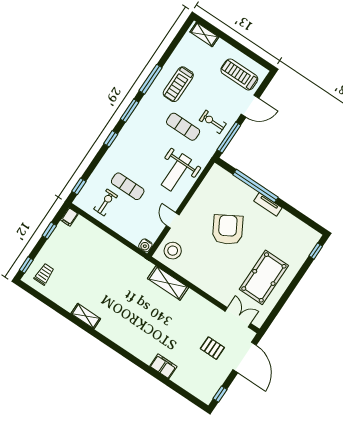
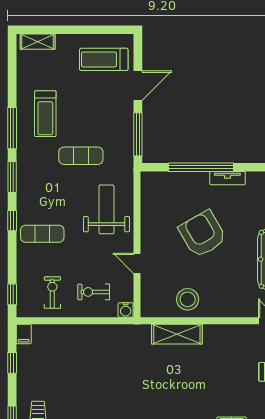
exercise bike: (213, 122) -> (94, 292), moved
weight bench: (176, 172) -> (106, 209), turned 180
exercise mat: (128, 186) -> (42, 234), moved
stool: (173, 251) -> (188, 299), moved

